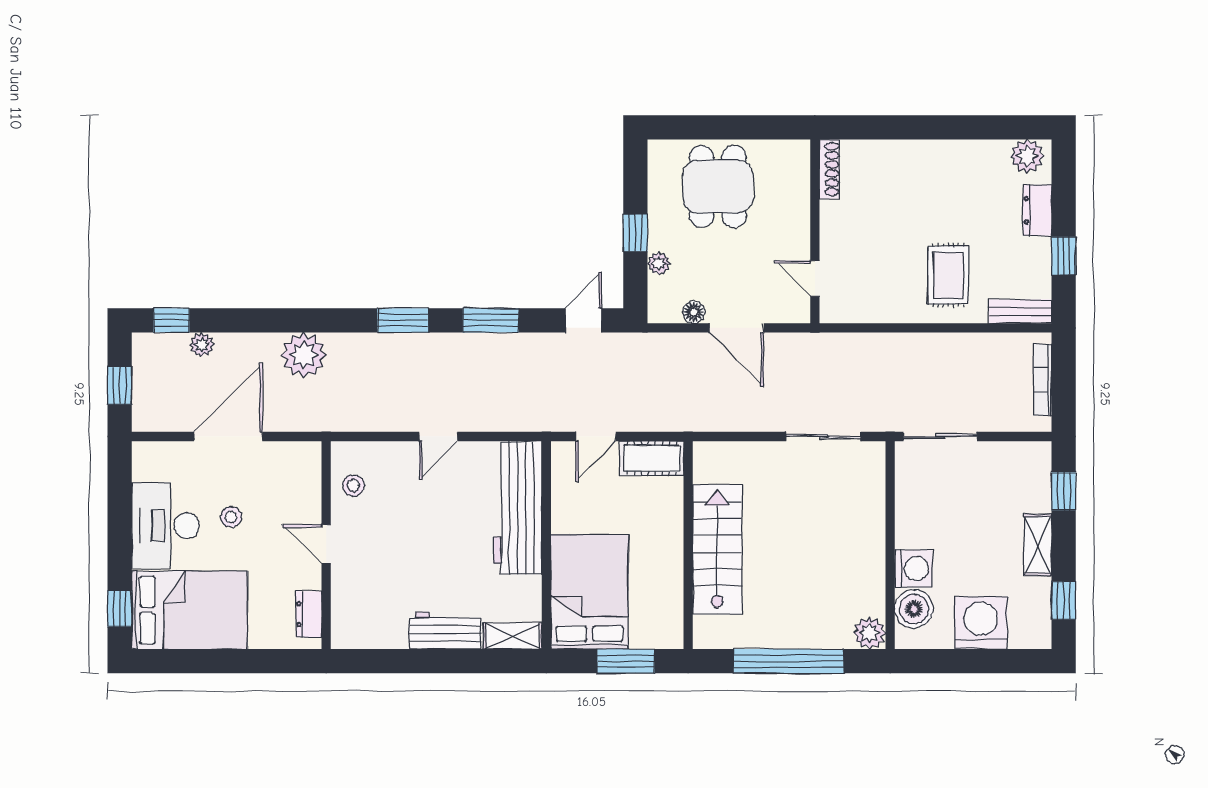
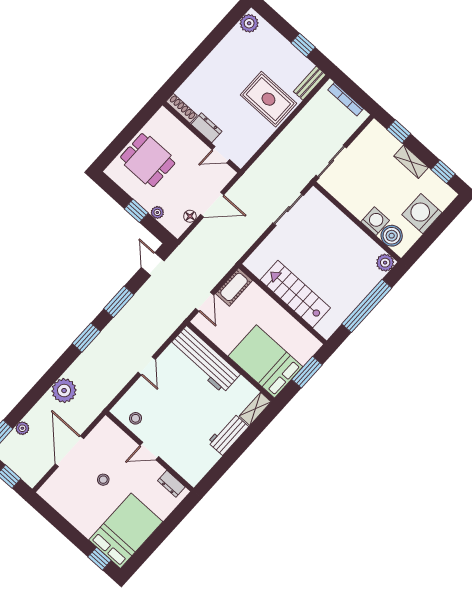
dresser: (1037, 210) -> (206, 128), moved, turned 180
rug: (948, 275) -> (268, 99), width x1.36, depth x1.43
desk: (166, 525) -> (83, 509), removed

